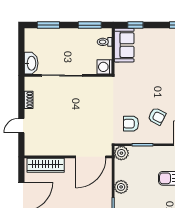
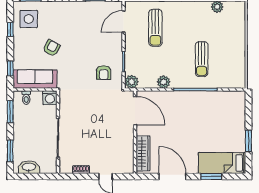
sofa: (124, 45) -> (35, 79), width x1.36
washbasin: (31, 63) -> (29, 167), moved
armchair: (157, 116) -> (52, 48), moved

